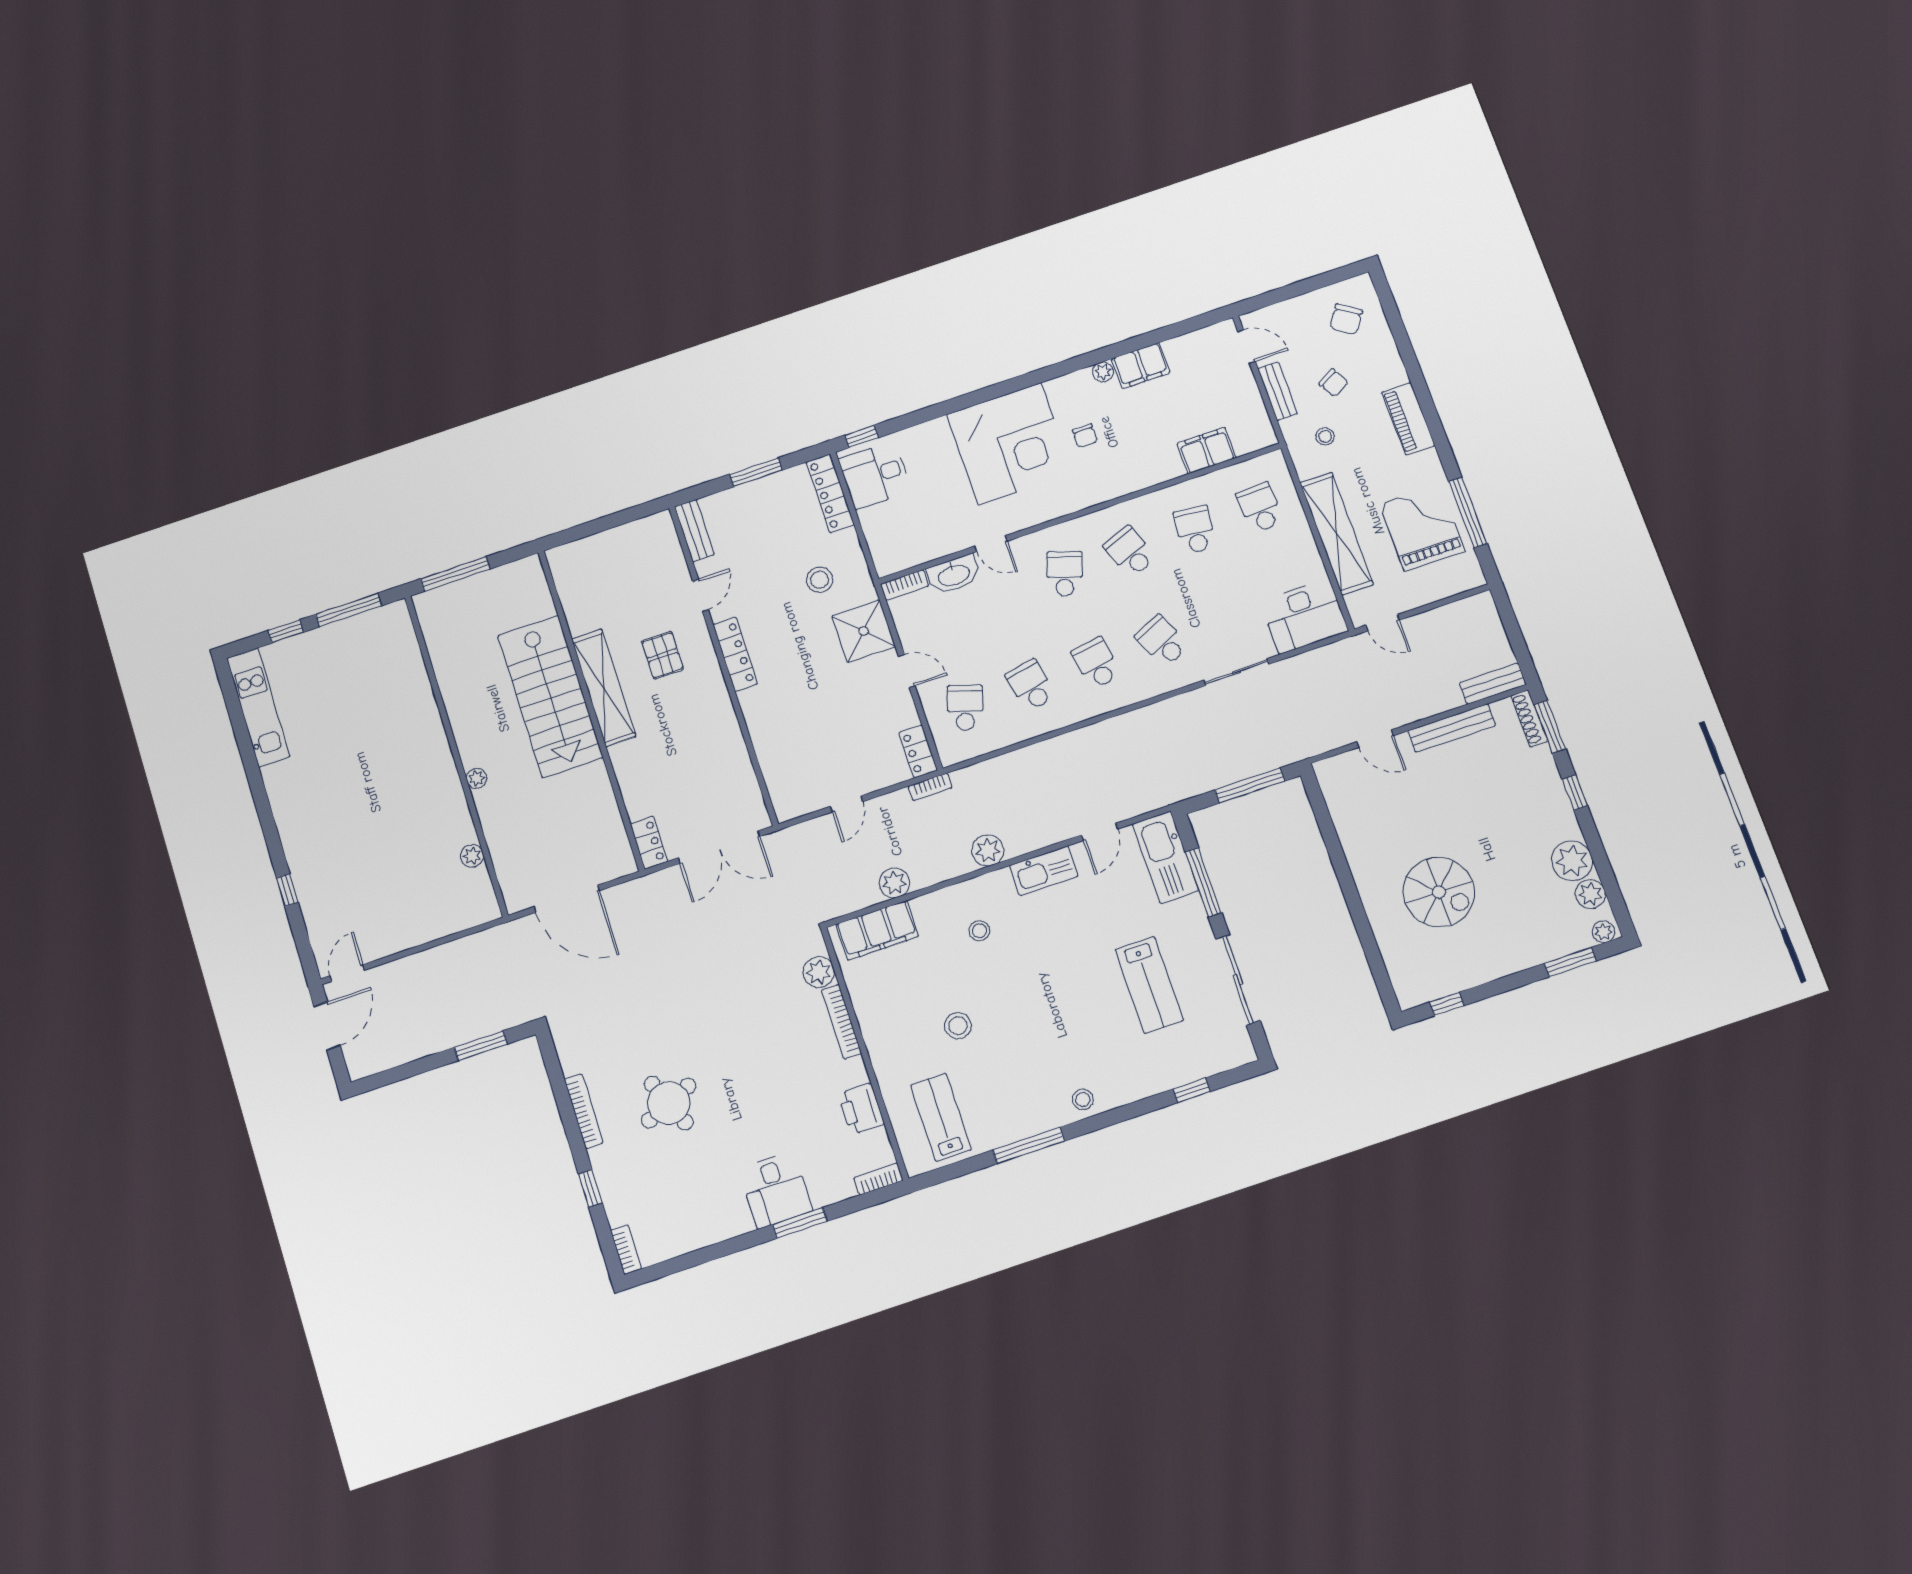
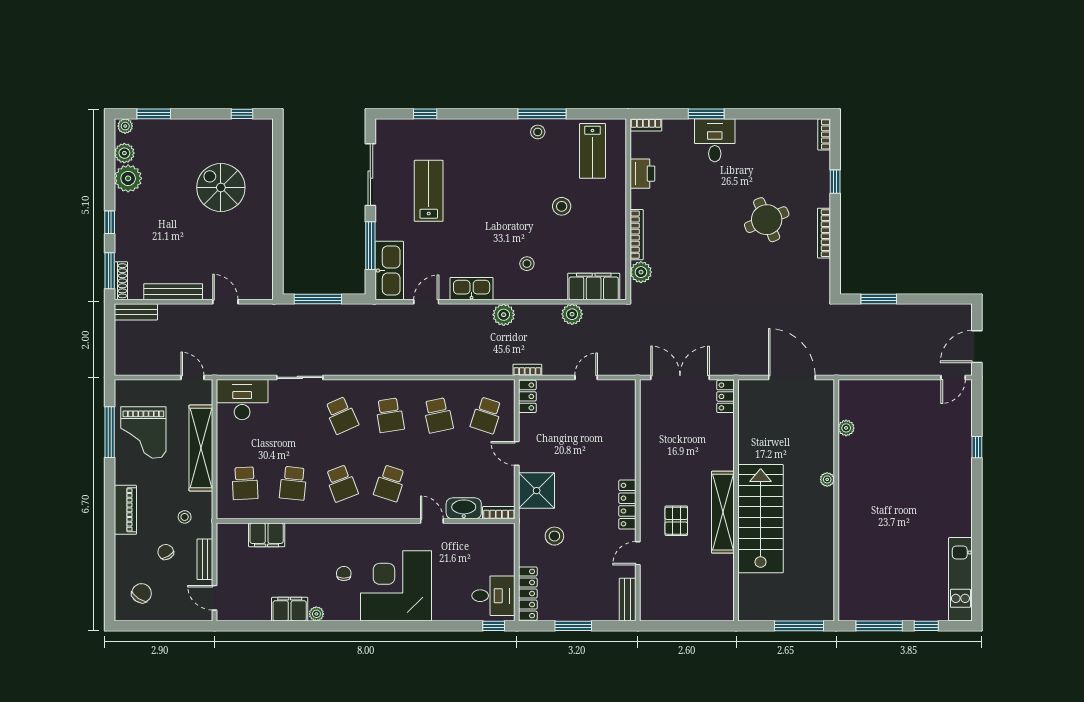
stool: (1083, 1099) -> (538, 132), moved

